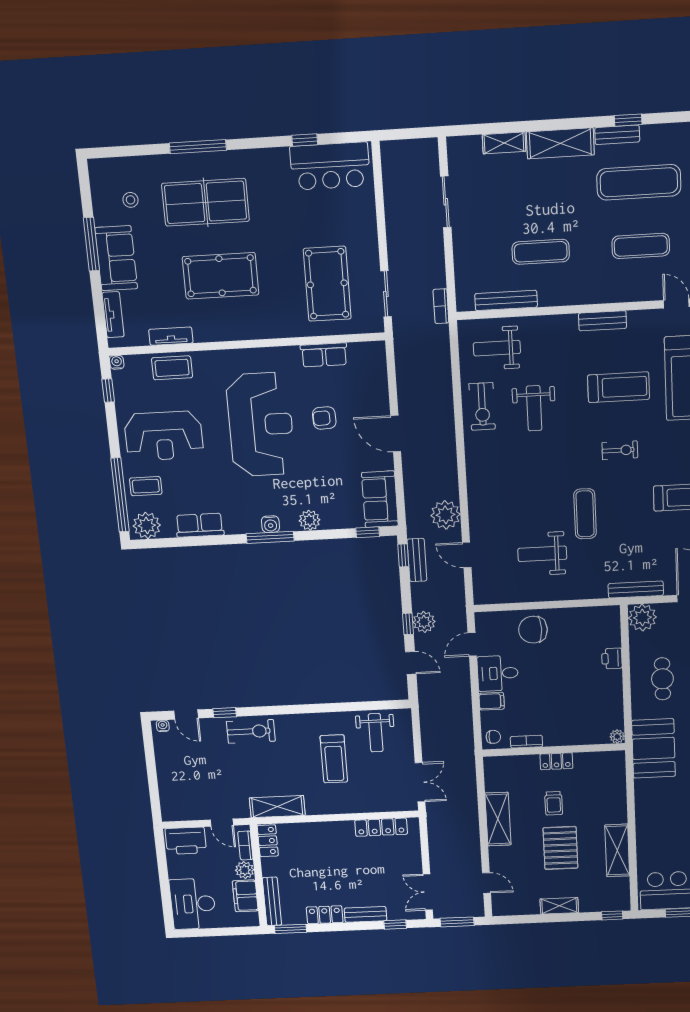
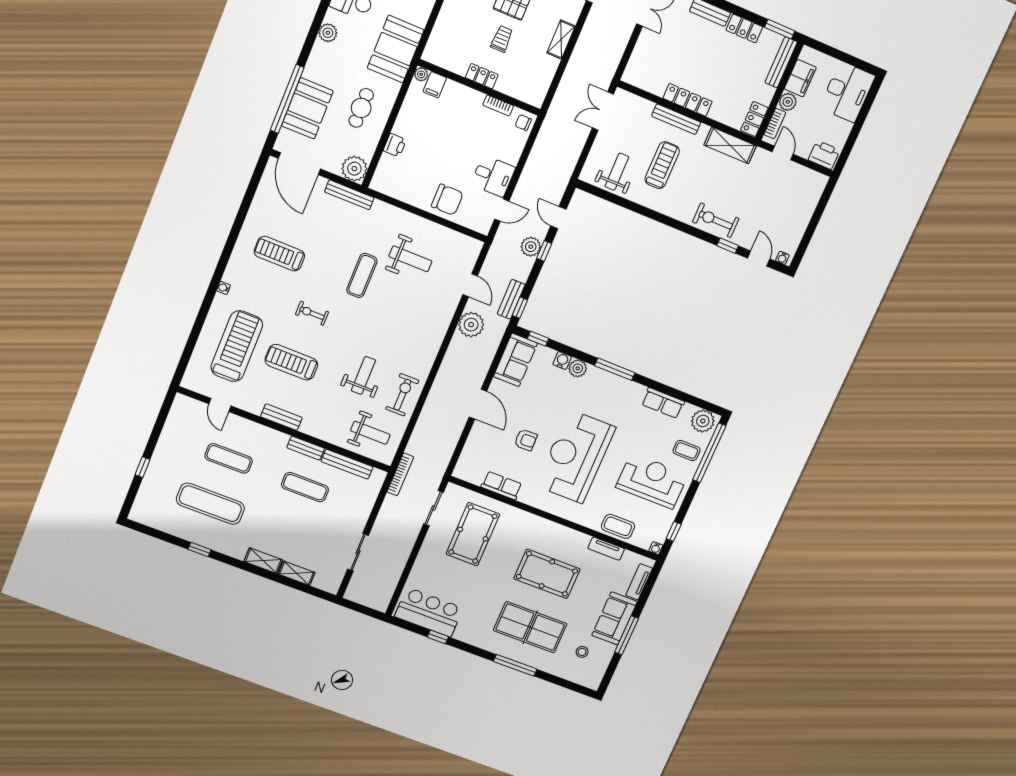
bench: (617, 135) -> (306, 448), moved
shelving: (560, 143) -> (263, 561), width x0.67, depth x0.75
bookcase: (441, 306) -> (400, 474), width x1.56
water cooler: (270, 524) -> (562, 360), moved
filing cabinet: (492, 701) -> (435, 85), moved, turned -90
bench: (344, 807) -> (676, 119), added
shelving: (498, 819) -> (561, 40), width x0.67, depth x0.75
locker: (381, 827) -> (688, 100), moved
printer: (186, 841) -> (824, 155), width x0.73, depth x0.84

